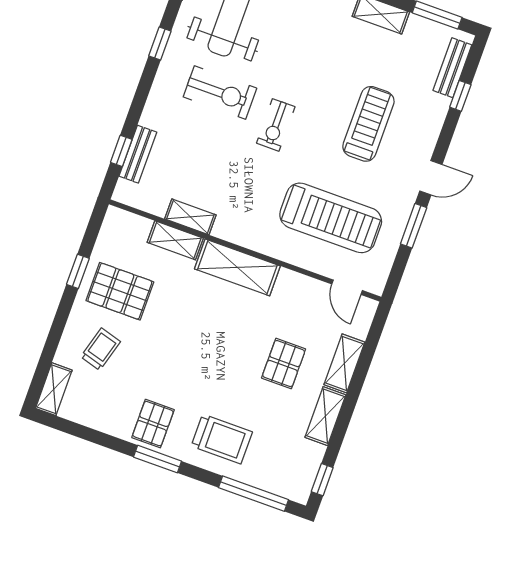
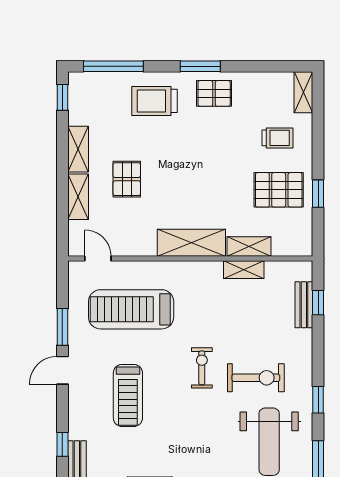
exercise bike: (220, 93) -> (256, 378), turned 180
trolley: (101, 349) -> (277, 138), turned -106
pallet: (153, 424) -> (214, 93), turned 90

